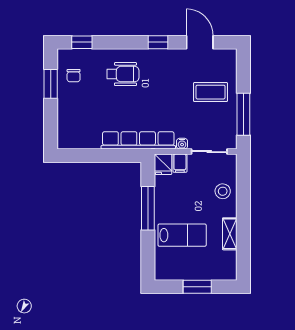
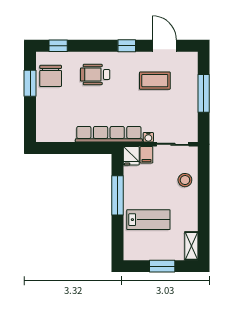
wheelchair: (123, 74) -> (95, 74), turned 180
chair: (74, 76) -> (51, 76), width x1.87, depth x1.87
coffee table: (210, 92) -> (155, 81), moved
window: (243, 114) -> (204, 93), moved
shelving: (230, 234) -> (191, 246), moved

